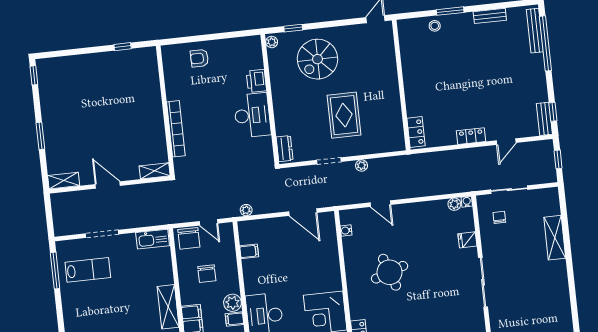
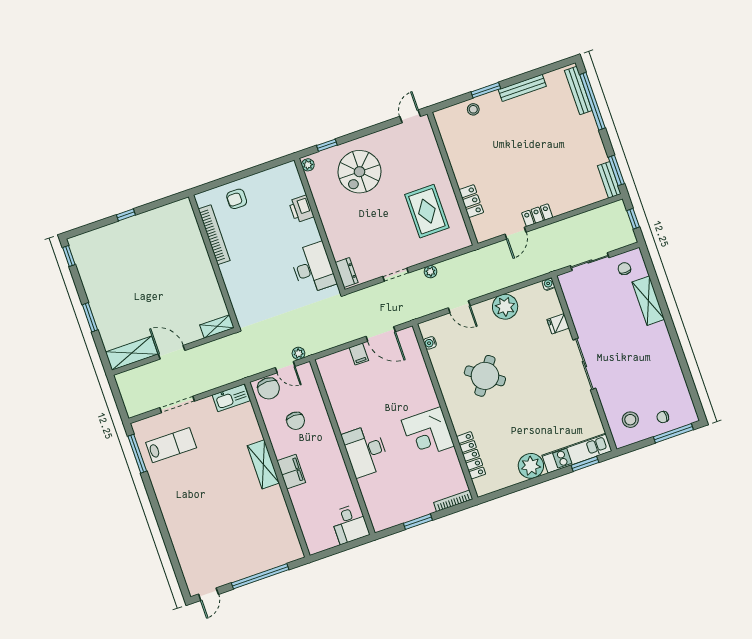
bench: (490, 16) -> (522, 88), width x1.36
window: (123, 47) -> (126, 215), moved
window: (553, 112) -> (616, 170), width x1.50
desk: (252, 115) -> (313, 268), moved
rug: (344, 115) -> (427, 211), moved
bookcase: (176, 129) -> (214, 235), moved
locker: (416, 132) -> (471, 201), moved
door: (506, 142) -> (515, 233), moved
shelving: (64, 181) -> (132, 353), width x1.50, depth x1.33
plant: (454, 204) -> (505, 307), moved, width x1.87, depth x1.87
plant: (246, 210) -> (298, 353), moved
chair: (499, 217) -> (624, 269), moved
filing cabinet: (249, 251) -> (359, 354), moved, turned 90
round table: (390, 272) -> (485, 376), turned -35
plant: (232, 303) -> (329, 445), removed
filing cabinet: (234, 319) -> (335, 461), removed

